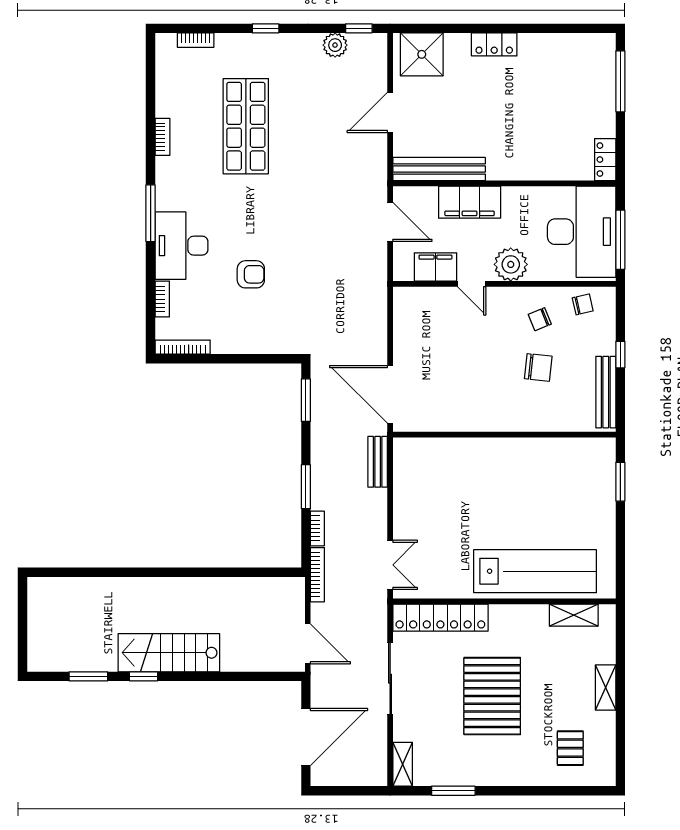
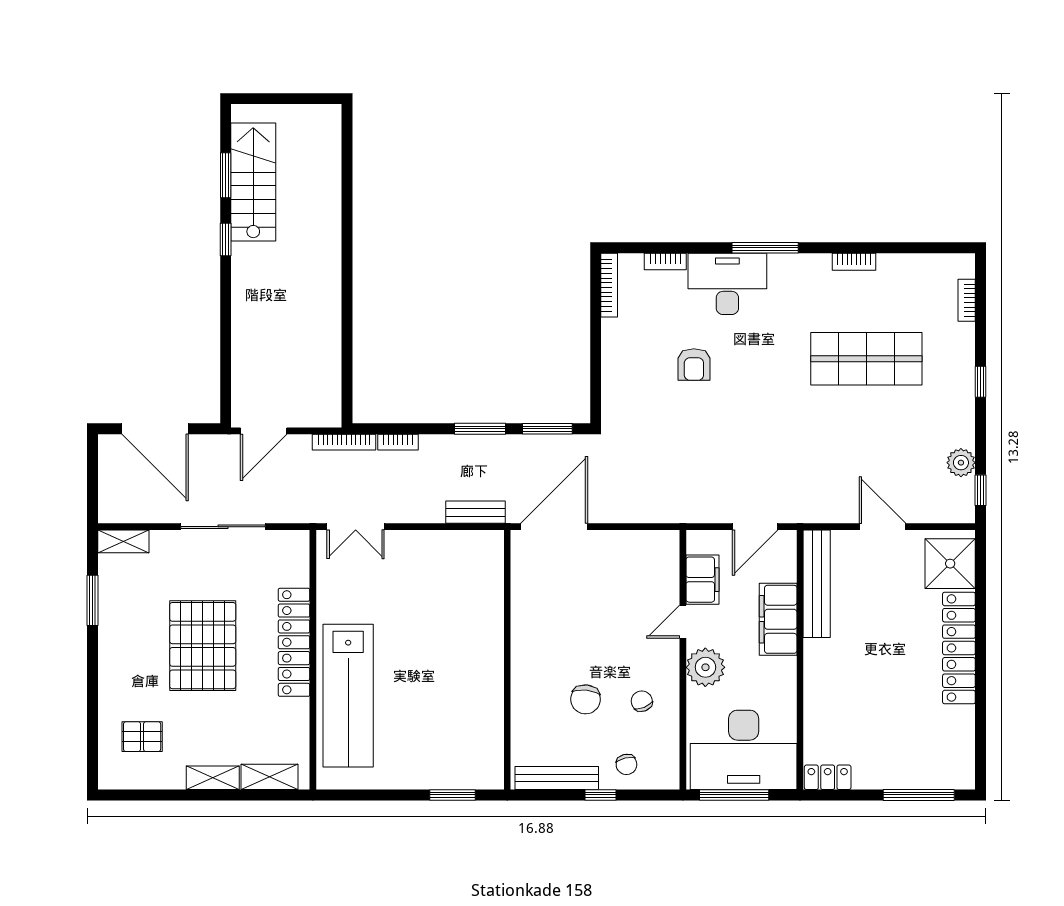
locker: (494, 44) -> (959, 648), width x2.16, depth x1.21
chair: (583, 304) -> (626, 764), moved
window: (306, 487) -> (480, 429), moved
shelving: (574, 615) -> (270, 777), moved, turned 90
locker: (440, 618) -> (294, 642), moved
stairs: (169, 653) -> (253, 182), moved
pallet: (492, 696) -> (203, 646), turned 90

